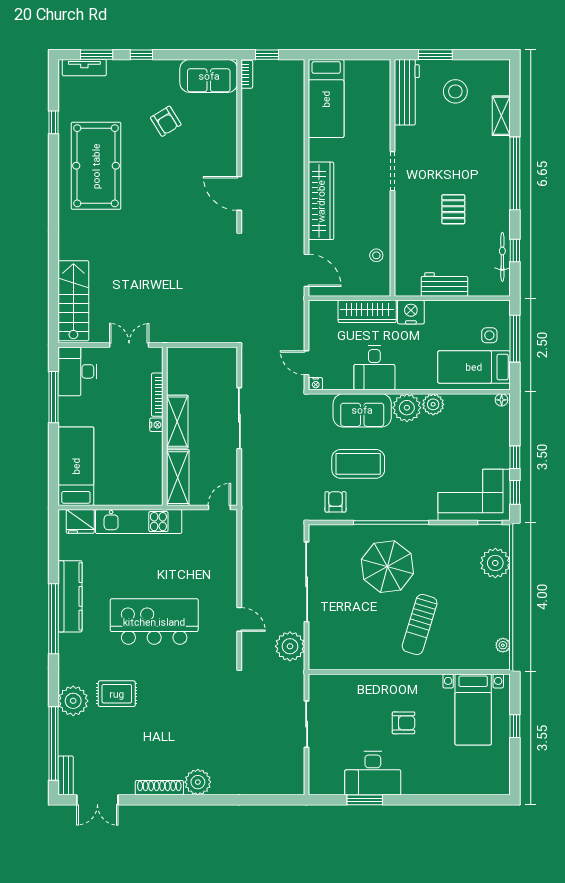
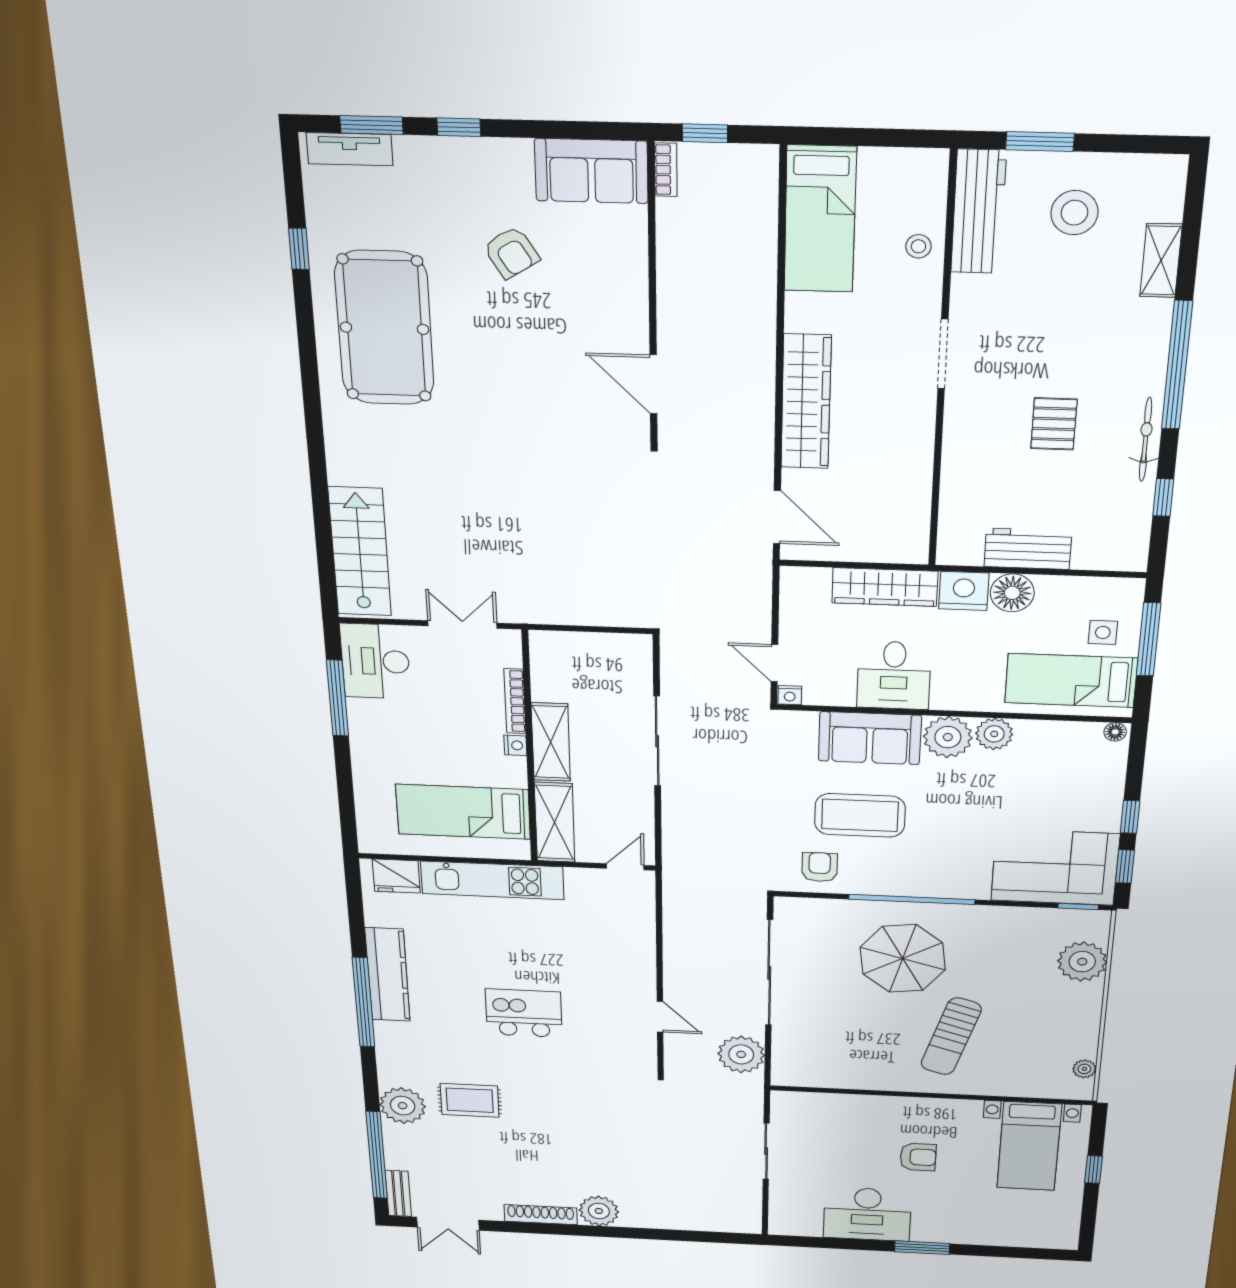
stool: (376, 255) -> (918, 246), moved
bicycle: (502, 257) -> (1146, 440), moved
floor lamp: (438, 312) -> (1012, 593), added
bed: (76, 466) -> (463, 812), moved, turned -90
kitchen island: (154, 622) -> (524, 1013), width x0.54, depth x0.78
window: (365, 800) -> (922, 1248), moved

